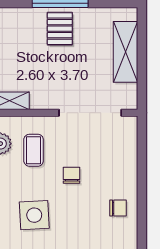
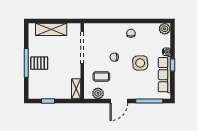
side table: (34, 215) -> (140, 63), moved

